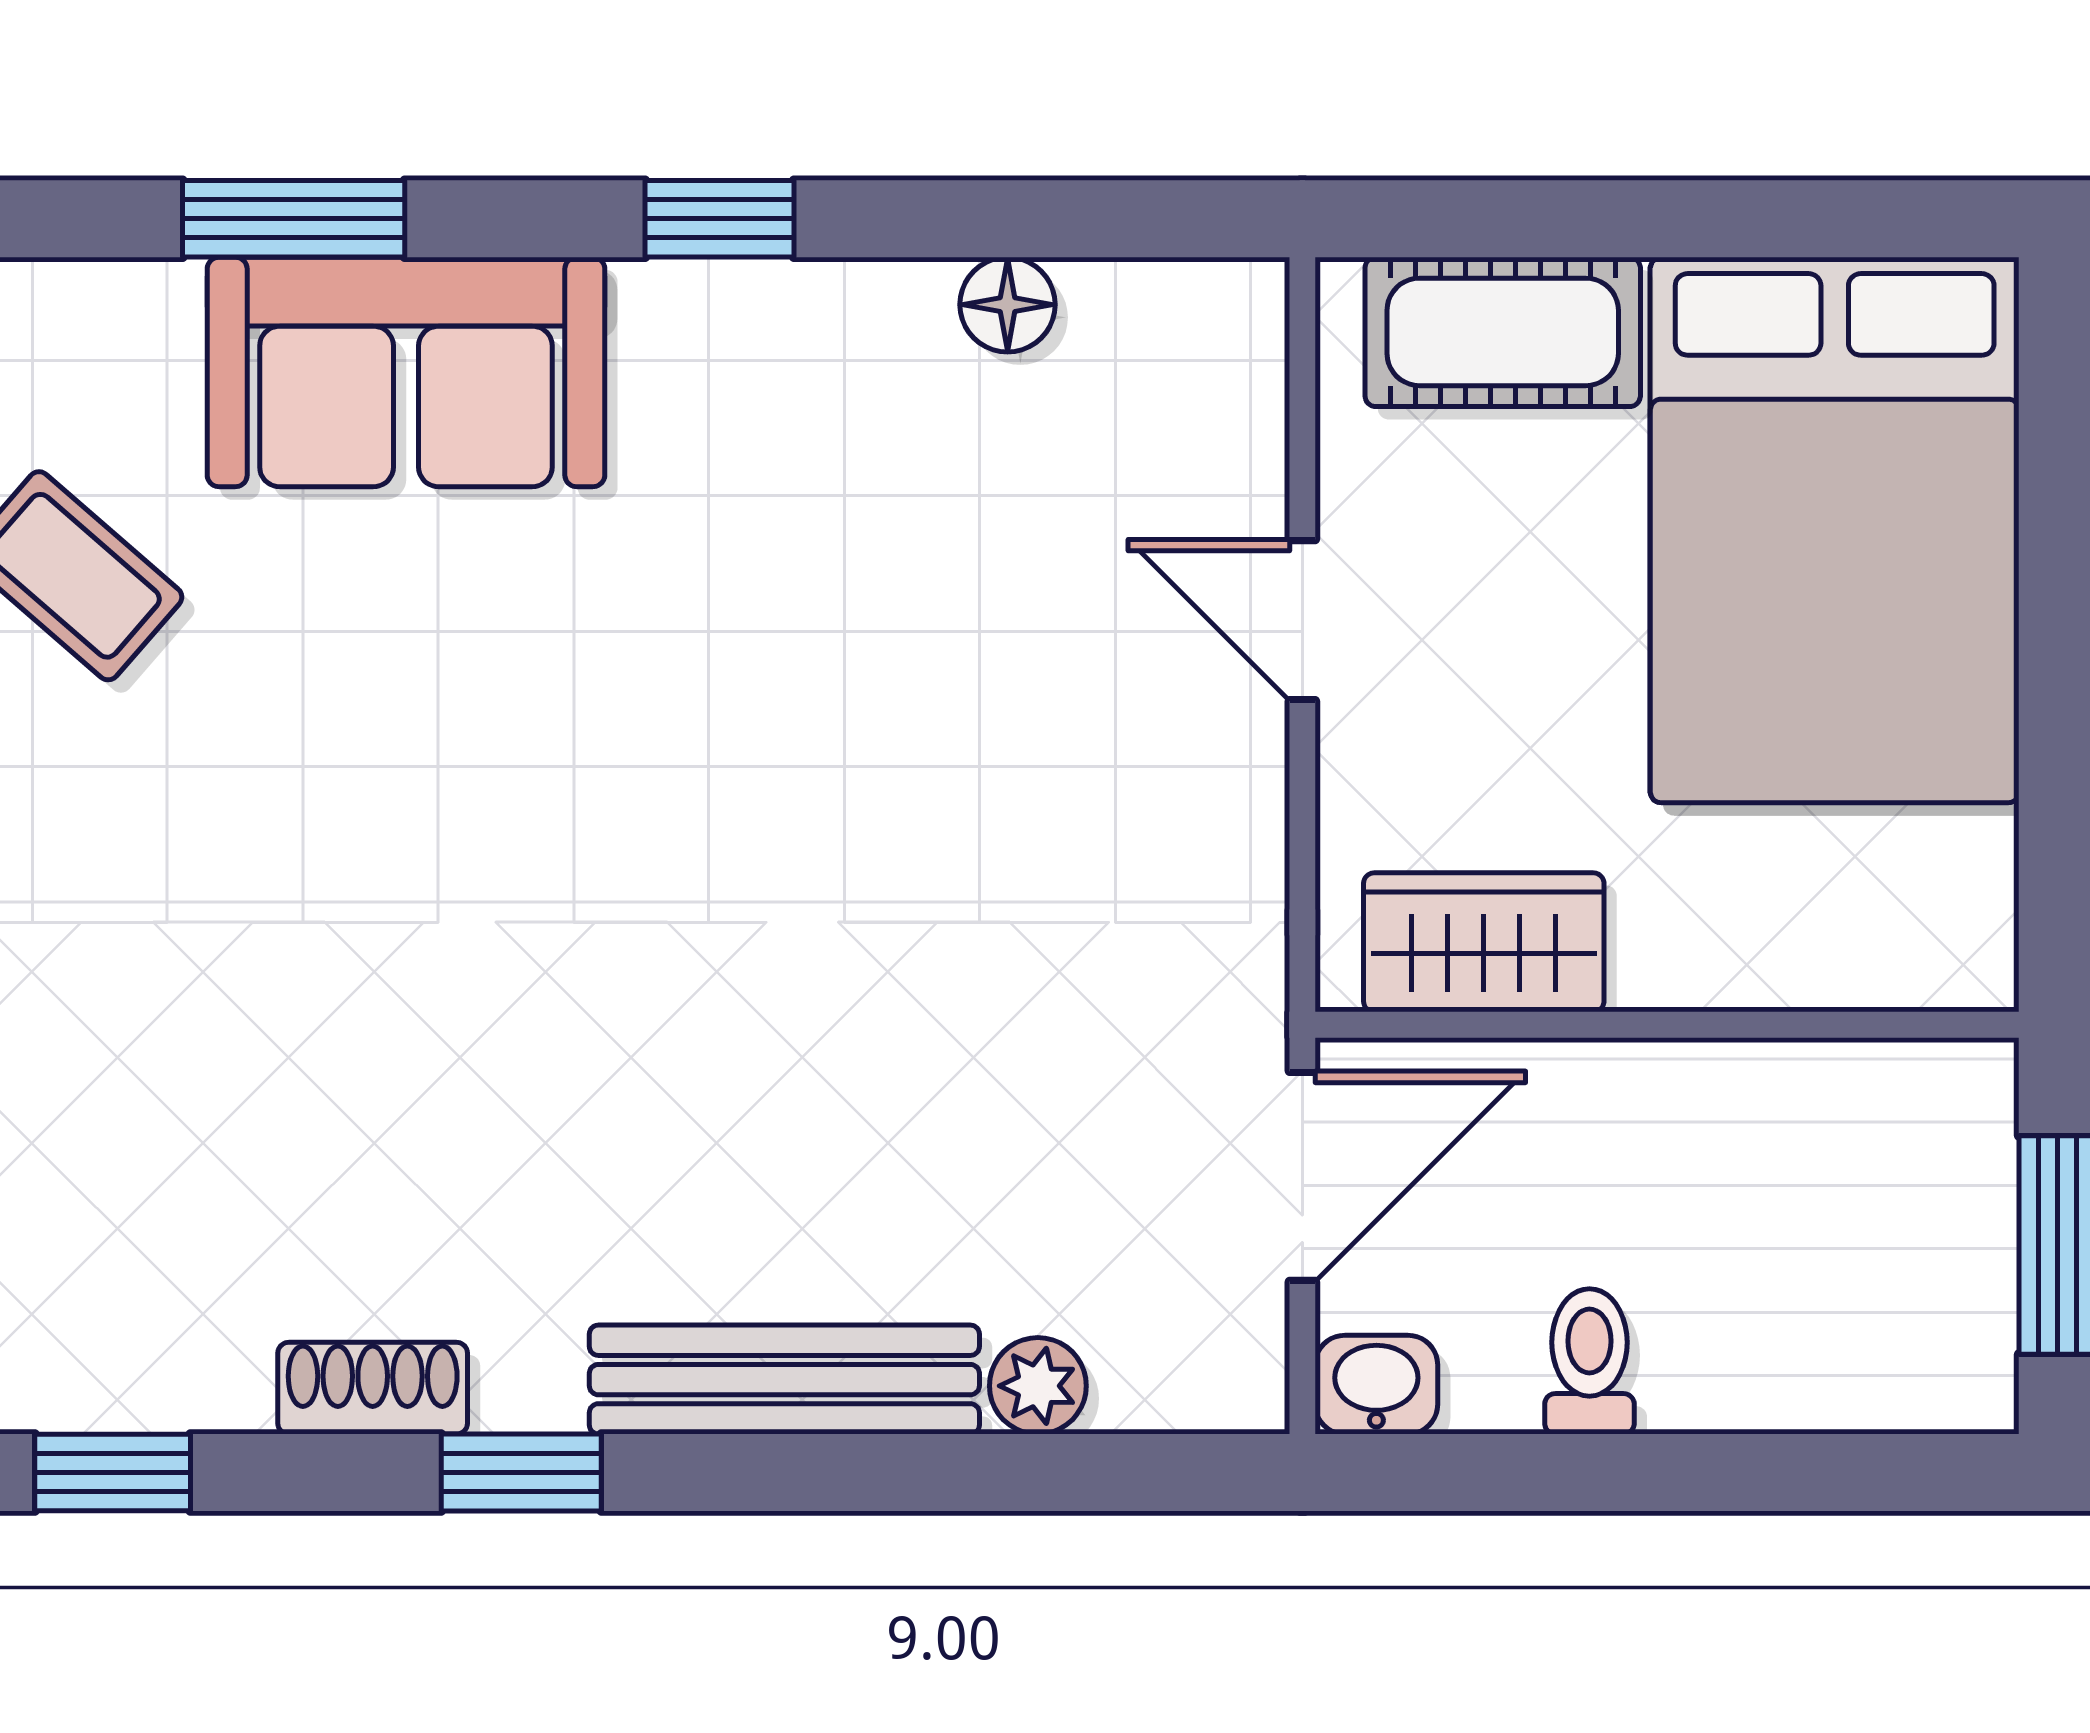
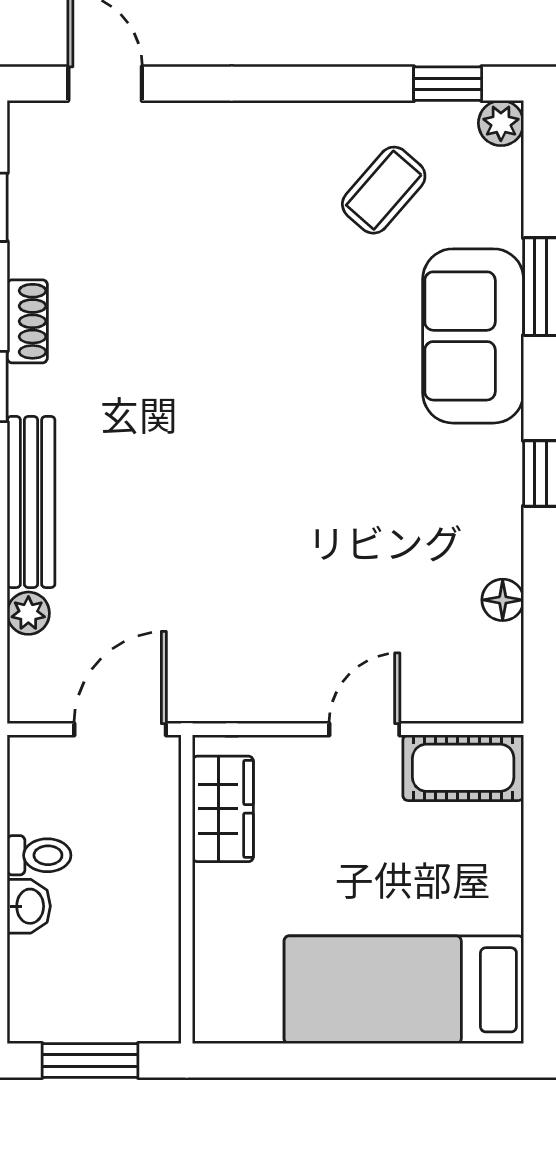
cot: (1503, 332) -> (463, 768), moved, turned 90
bed: (1835, 530) -> (404, 990), width x0.67
door: (1302, 1176) -> (120, 729), swing flipped
washbasin: (1376, 1385) -> (29, 906), moved

